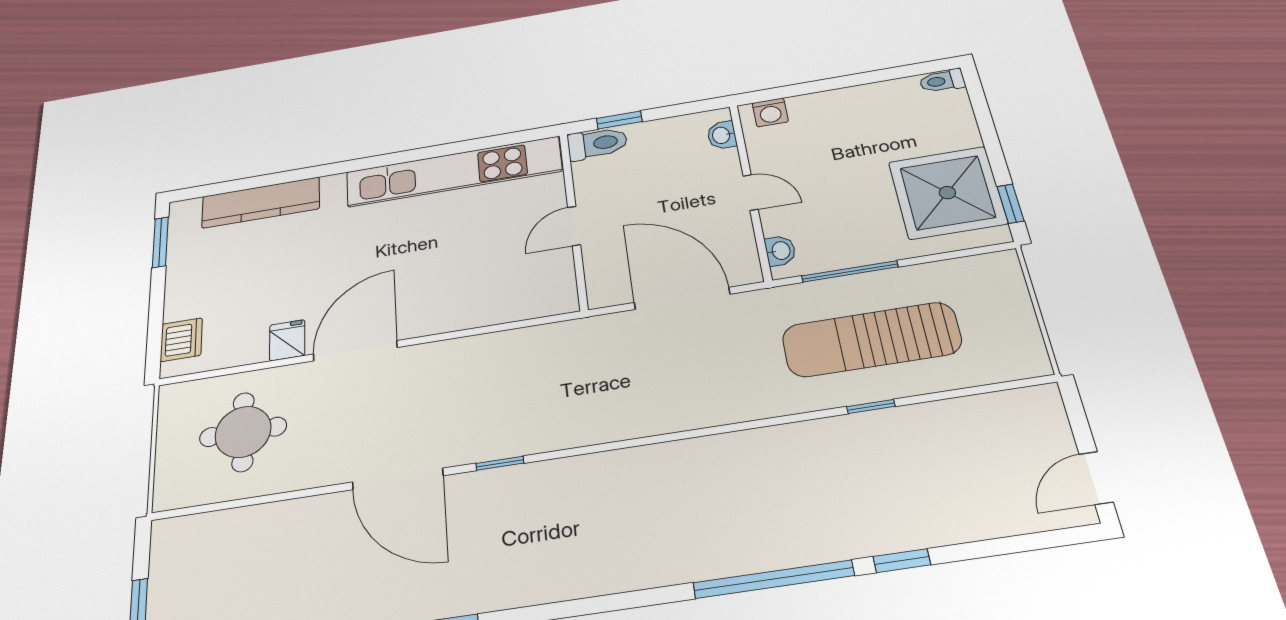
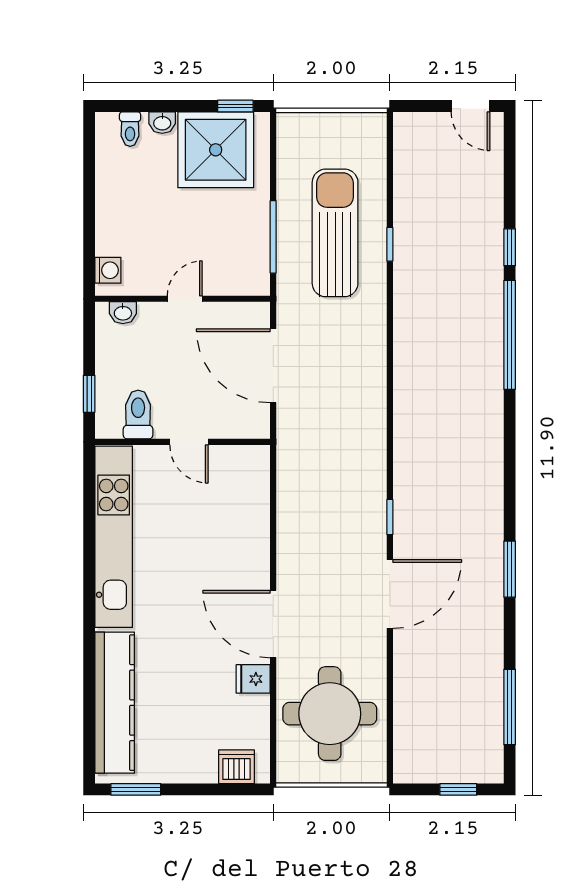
toilet: (942, 81) -> (130, 129), moved
toilet: (597, 143) -> (138, 415), moved
kitchen counter: (261, 203) -> (115, 703), width x1.39, depth x1.17
washbasin: (780, 251) -> (162, 123), moved, turned 180
door: (682, 298) -> (273, 366), hinge flipped
sun lounger: (871, 340) -> (335, 233), turned 180
round table: (243, 432) -> (330, 714), width x1.36, depth x1.36

